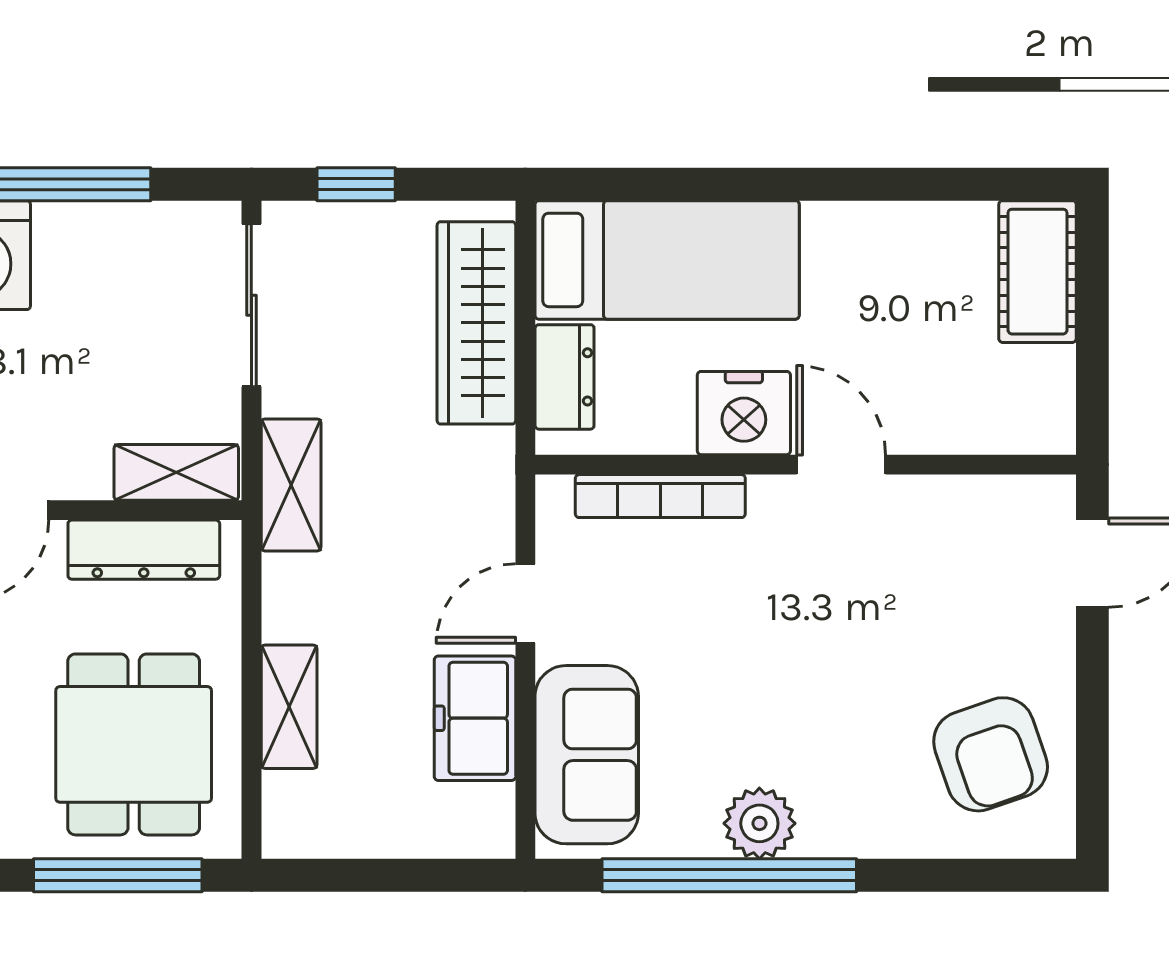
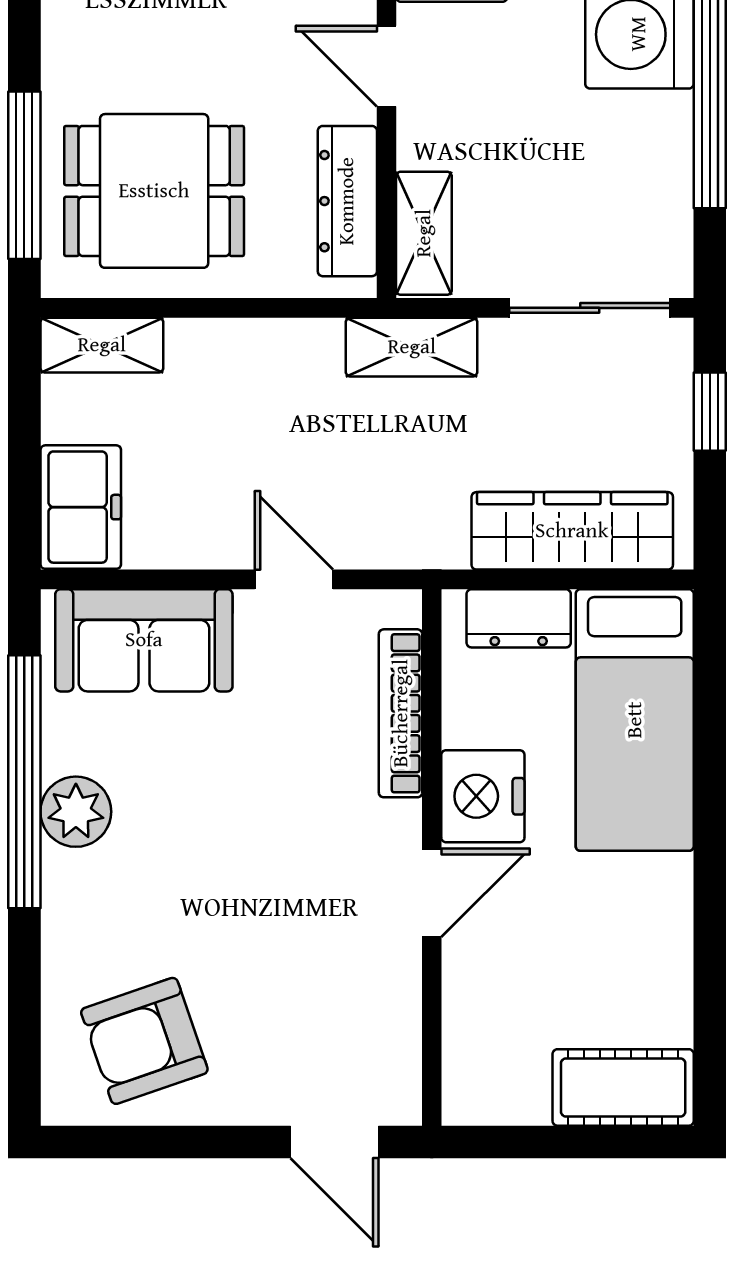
shelving: (289, 707) -> (102, 345), moved
freezer: (475, 718) -> (81, 507), moved, turned 90

